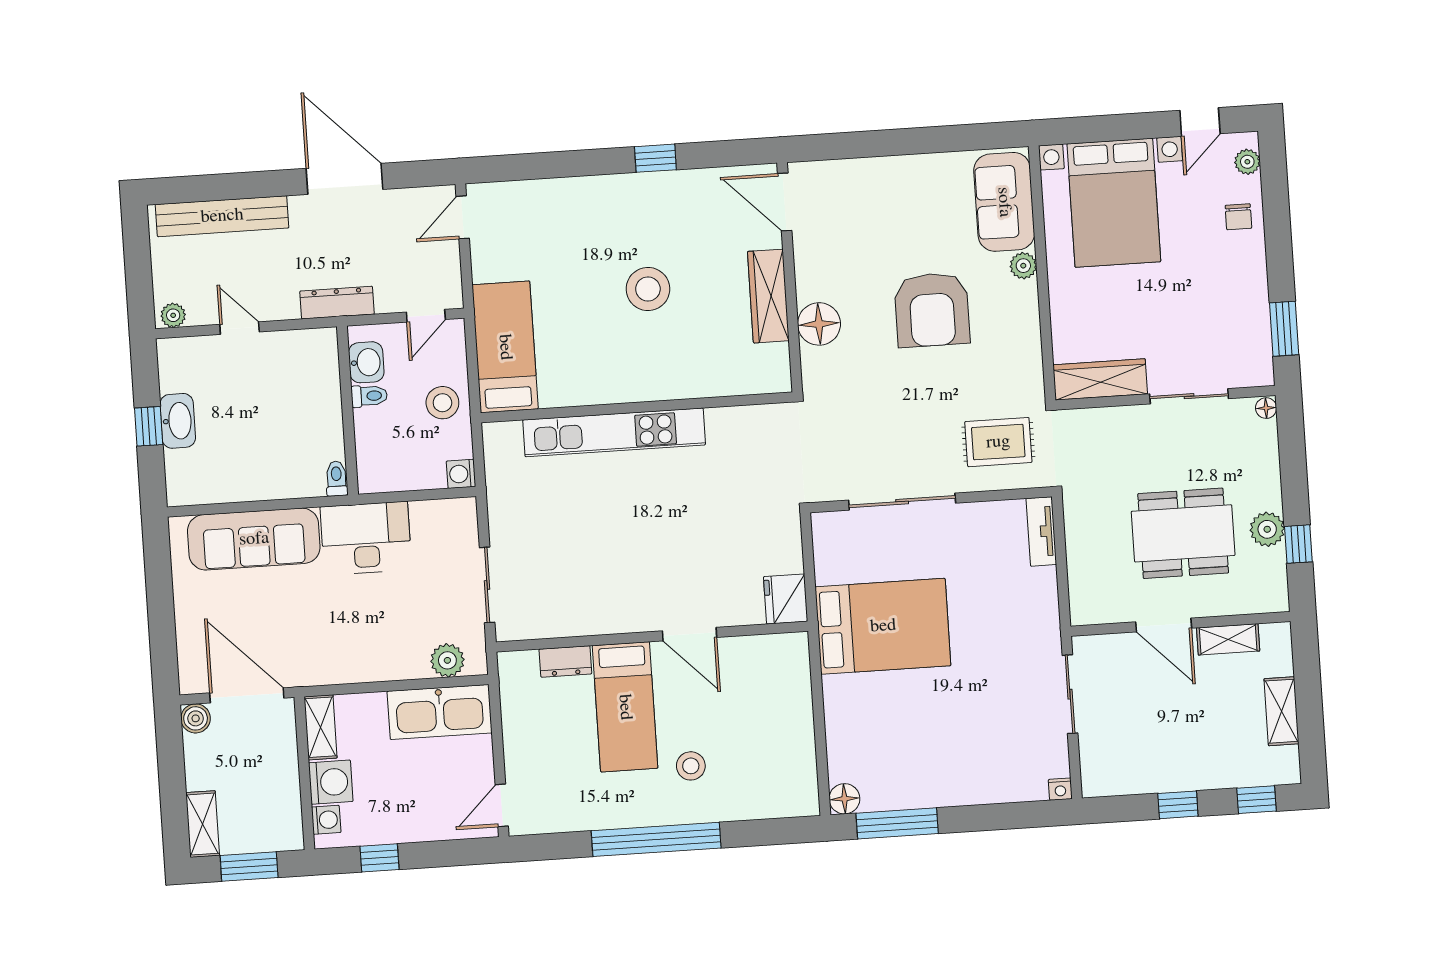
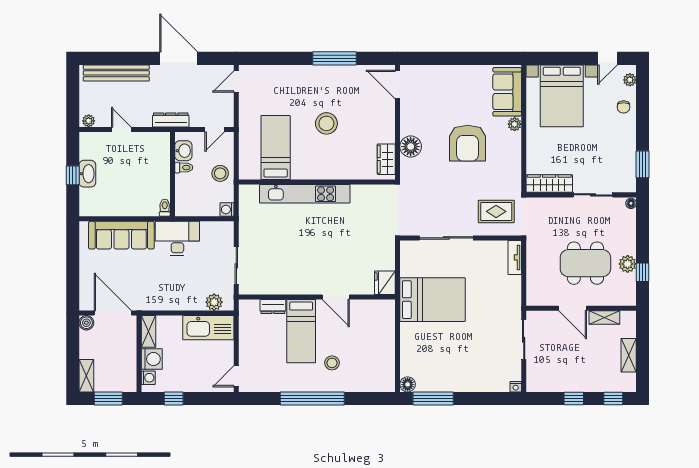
window: (655, 158) -> (335, 58), width x2.17
wardrobe: (768, 296) -> (386, 159), moved, width x0.67
bed: (505, 347) -> (276, 148), moved

